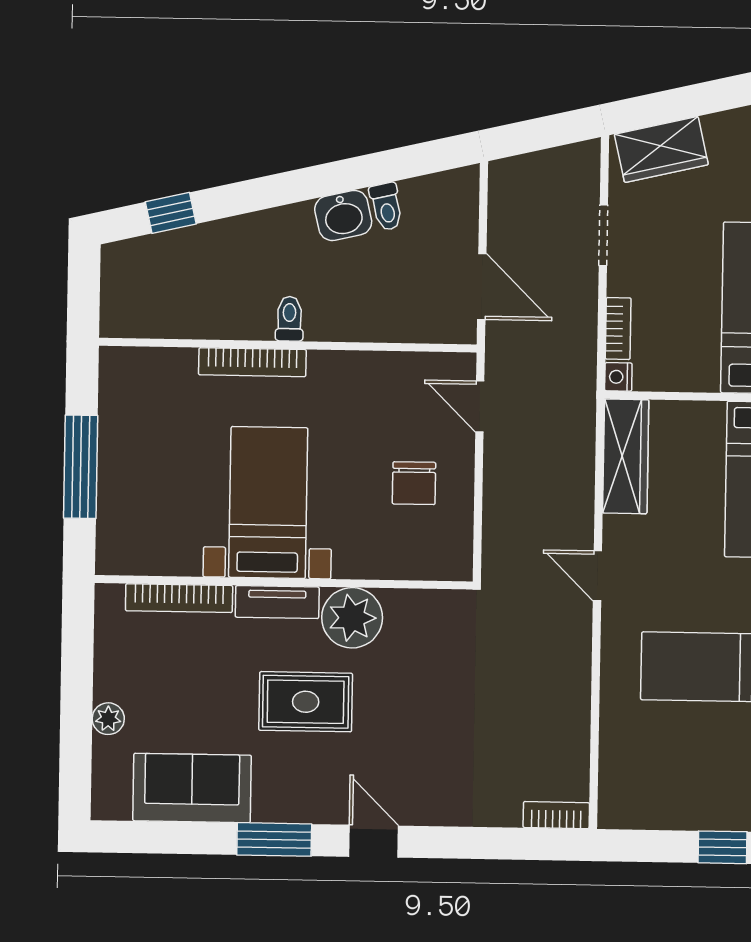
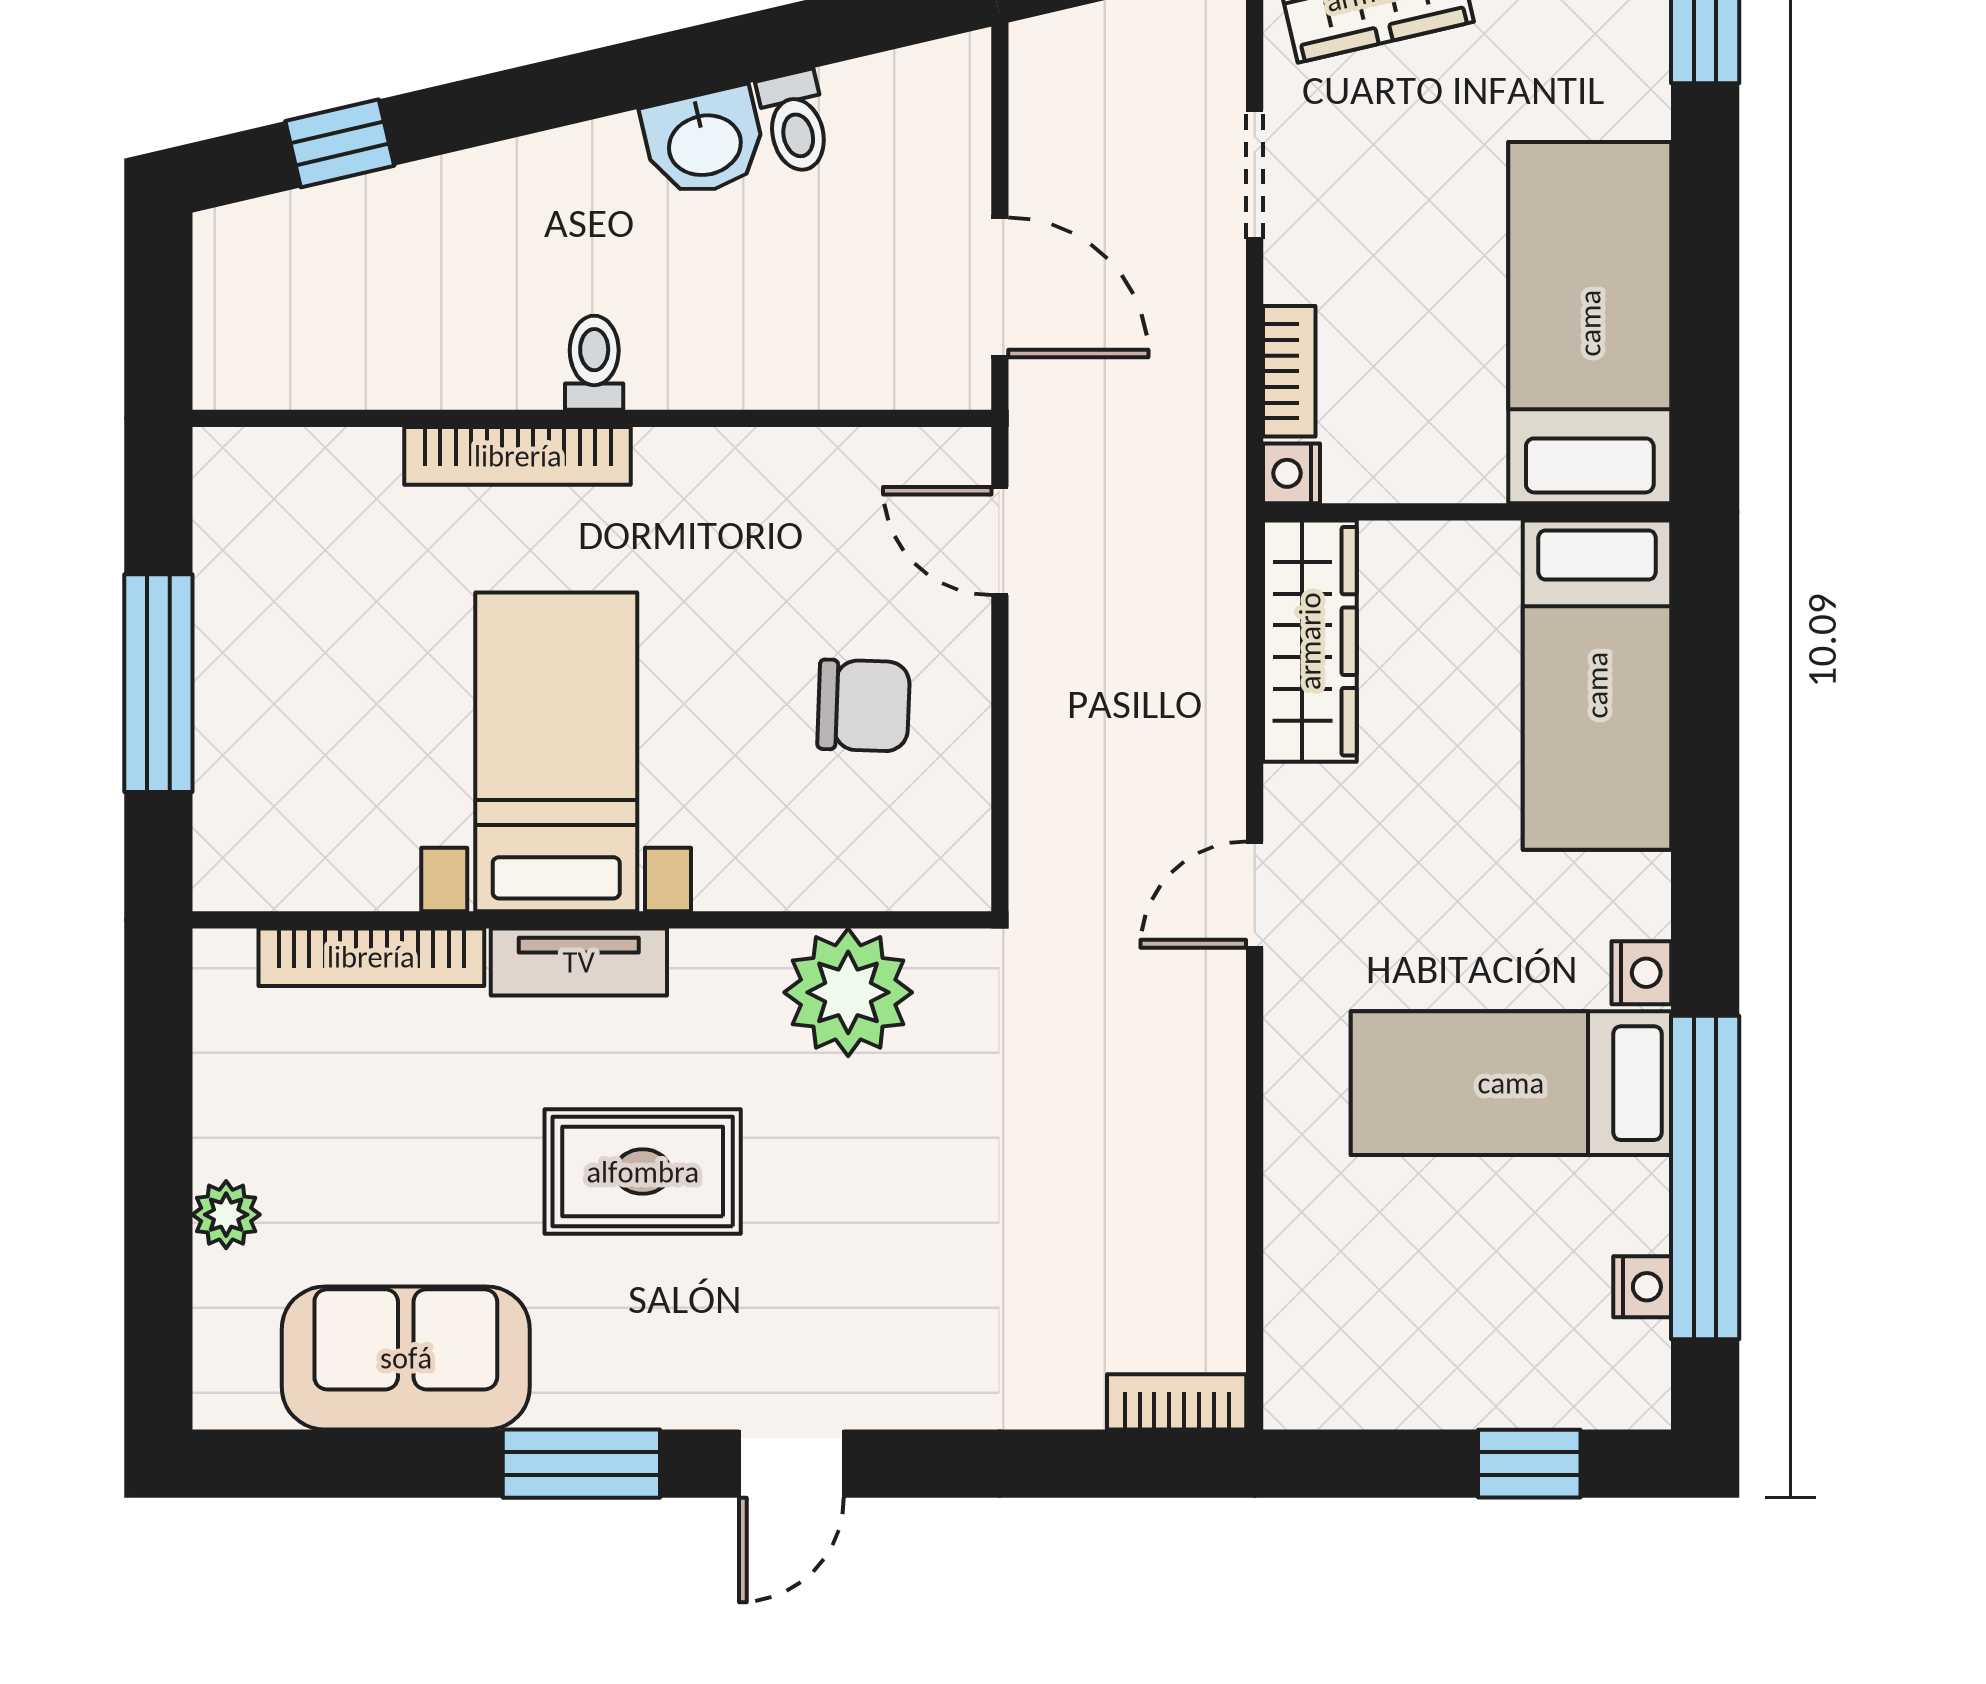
chair: (414, 483) -> (864, 706), turned -88
door: (597, 576) -> (1255, 895), hinge flipped
plant: (352, 618) -> (848, 992), moved
door: (374, 841) -> (791, 1464), swing flipped

